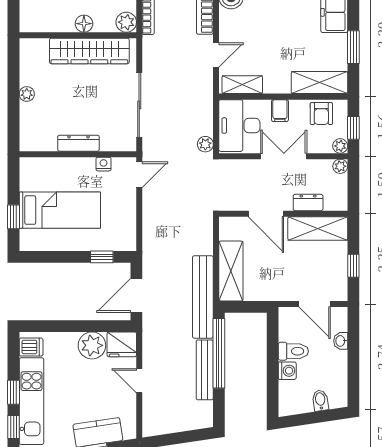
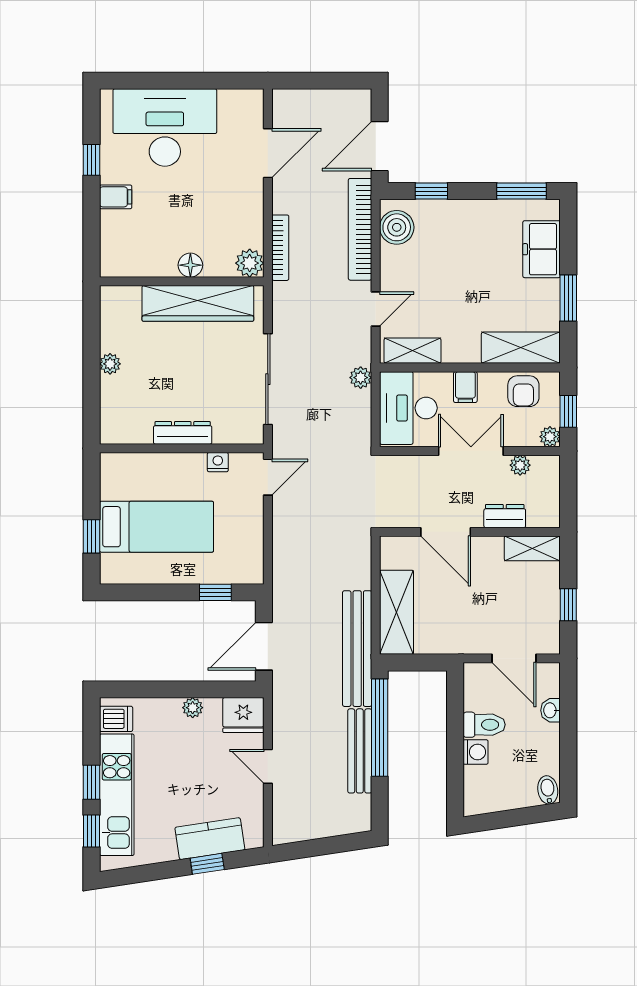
plant: (205, 144) -> (361, 378), moved
plant: (340, 166) -> (520, 465), moved
shelving: (318, 229) -> (532, 548), width x0.67, depth x0.75
plant: (92, 345) -> (193, 708), width x0.53, depth x0.53
bidet: (320, 400) -> (548, 790), moved

